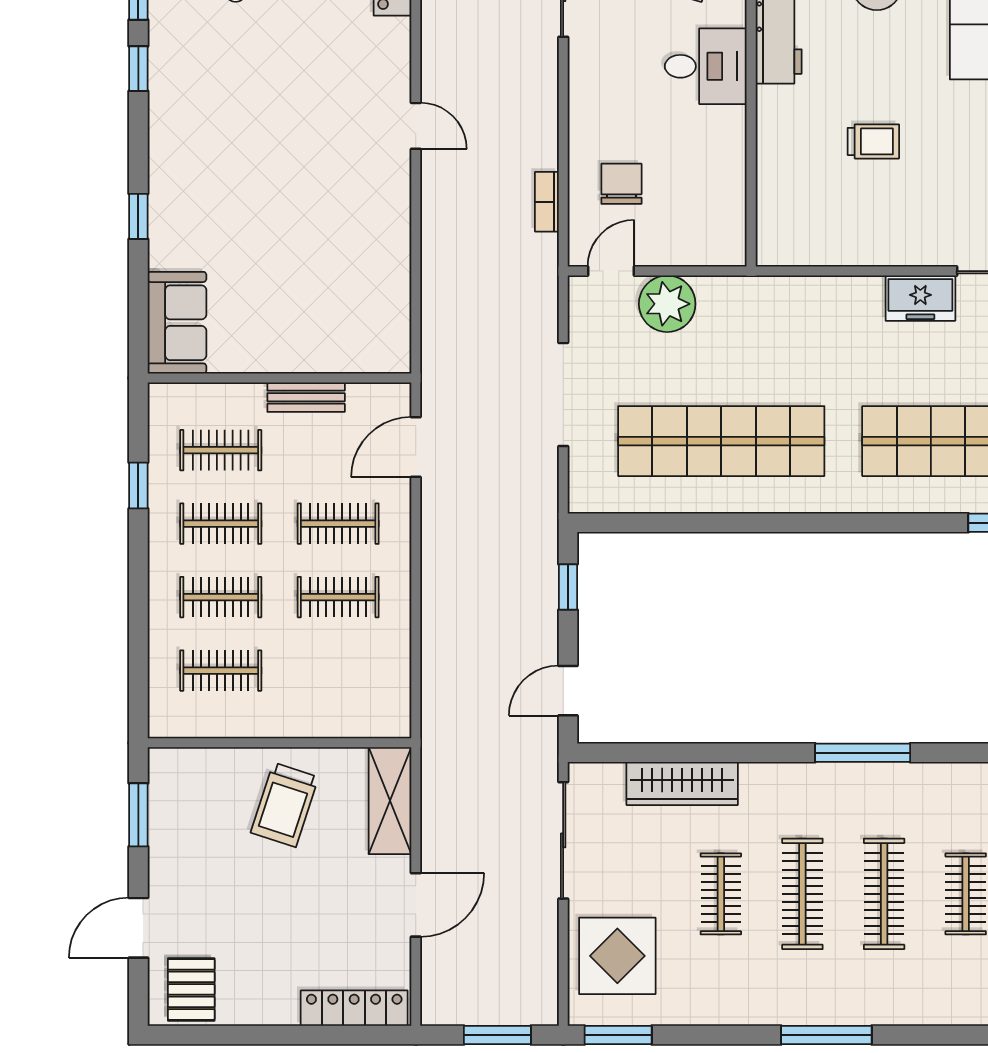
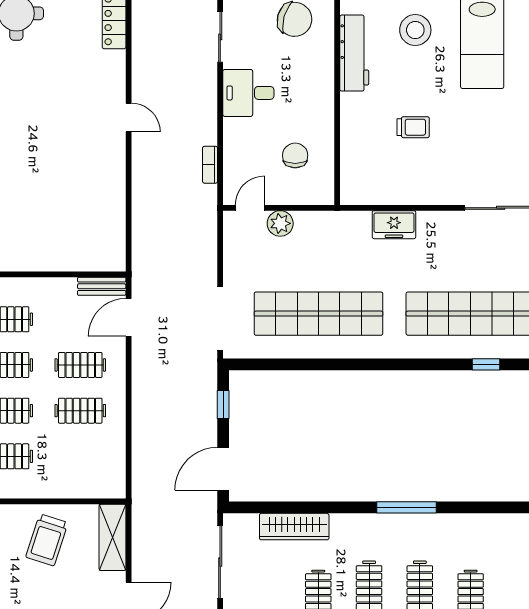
desk: (706, 66) -> (248, 93), moved, turned 180
chair: (621, 184) -> (295, 155), moved
freezer: (920, 298) -> (394, 225), moved
plant: (667, 304) -> (280, 223), width x0.73, depth x0.73
doorway: (563, 395) -> (220, 318), moved
bench: (306, 397) -> (102, 286), moved
door: (568, 691) -> (223, 469), width x1.38

